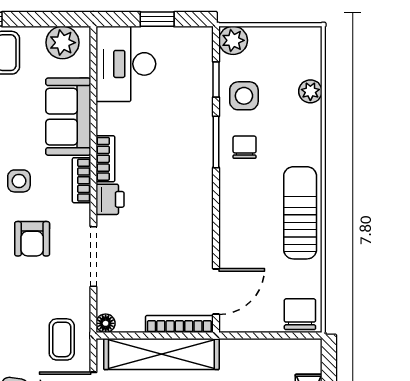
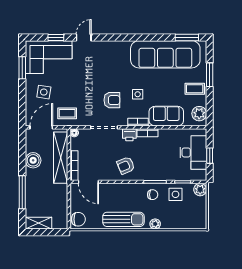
desk: (126, 64) -> (193, 152), moved, turned 90
plant: (310, 91) -> (155, 224), moved
armchair: (179, 208) -> (126, 165), added
armchair: (32, 239) -> (112, 100), turned 180

